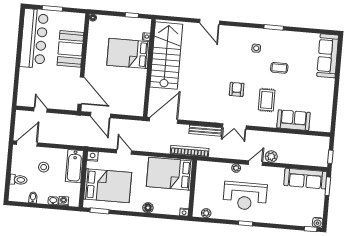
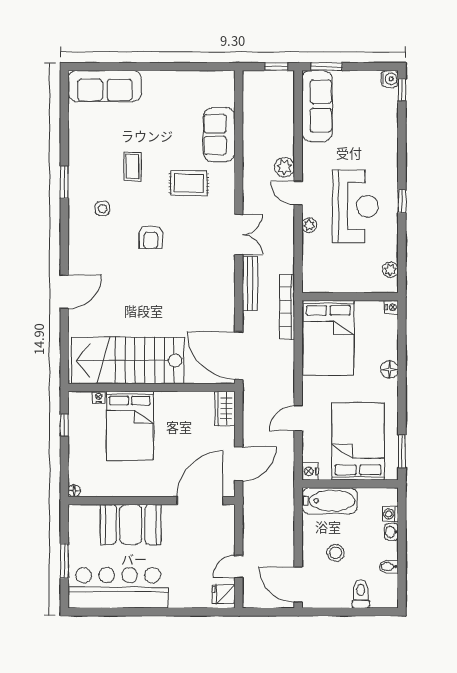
armchair: (237, 89) -> (151, 237), moved, turned -90
fridge: (25, 100) -> (224, 594), added
wardrobe: (133, 110) -> (225, 409), added

